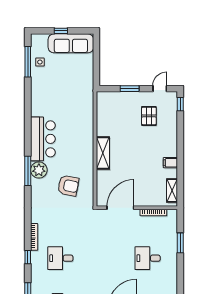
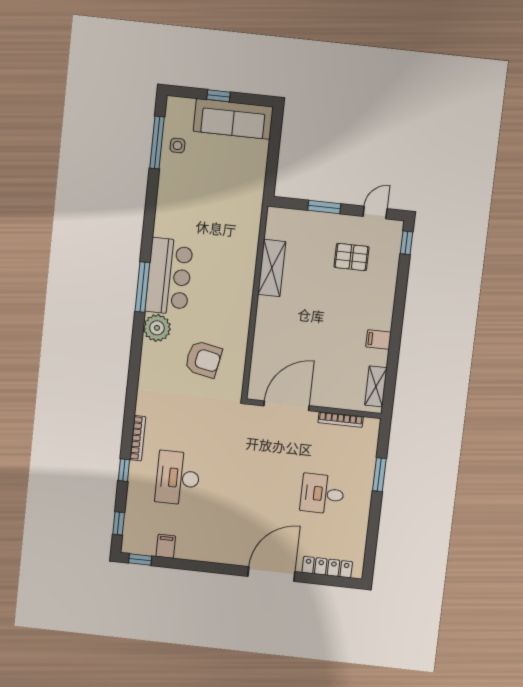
pallet: (149, 116) -> (351, 257), turned 90
shelving: (103, 153) -> (272, 268), moved
window: (28, 171) -> (142, 287), moved
desk: (60, 258) -> (178, 478), width x1.37

